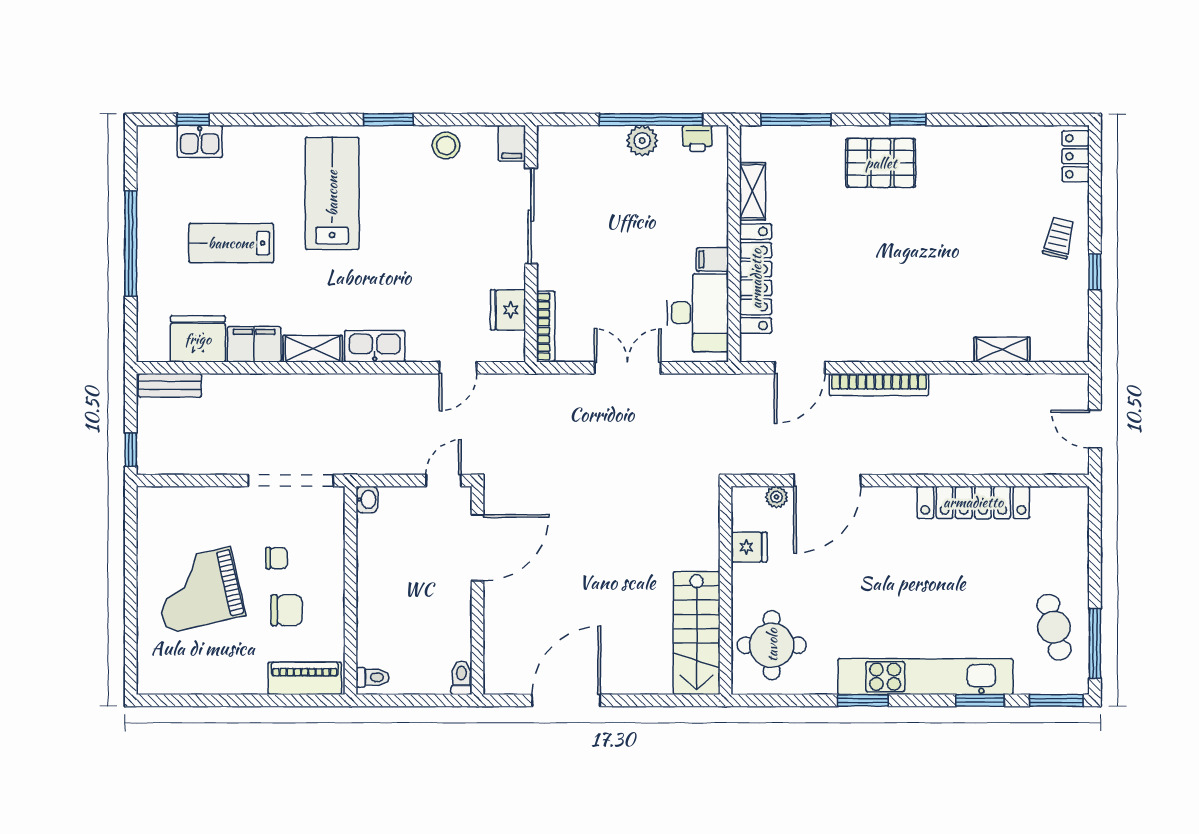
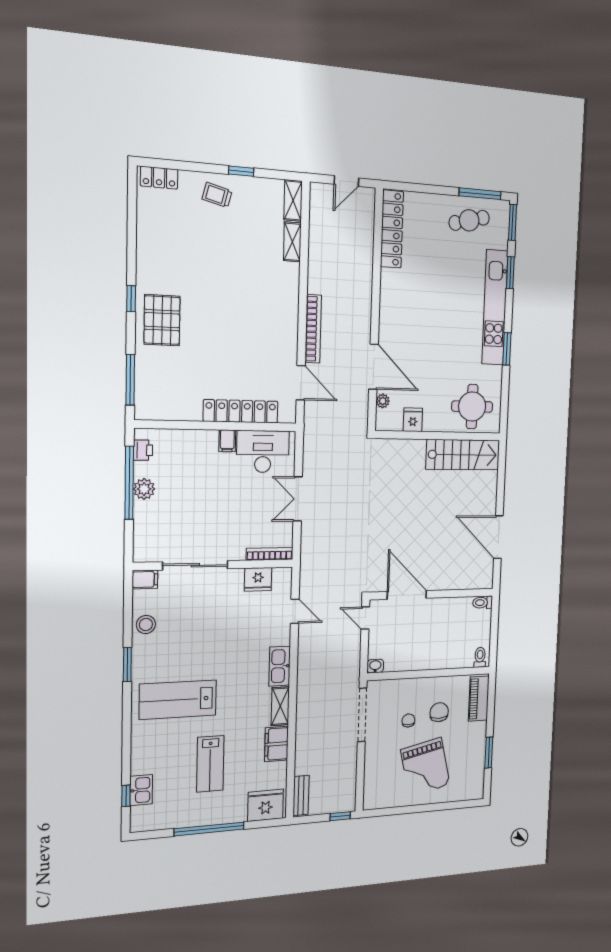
shelving: (753, 191) -> (293, 200), moved, turned 90
fridge: (198, 339) -> (266, 805), moved, turned 90
locker: (973, 502) -> (392, 229), moved
window: (214, 700) -> (489, 753), added

